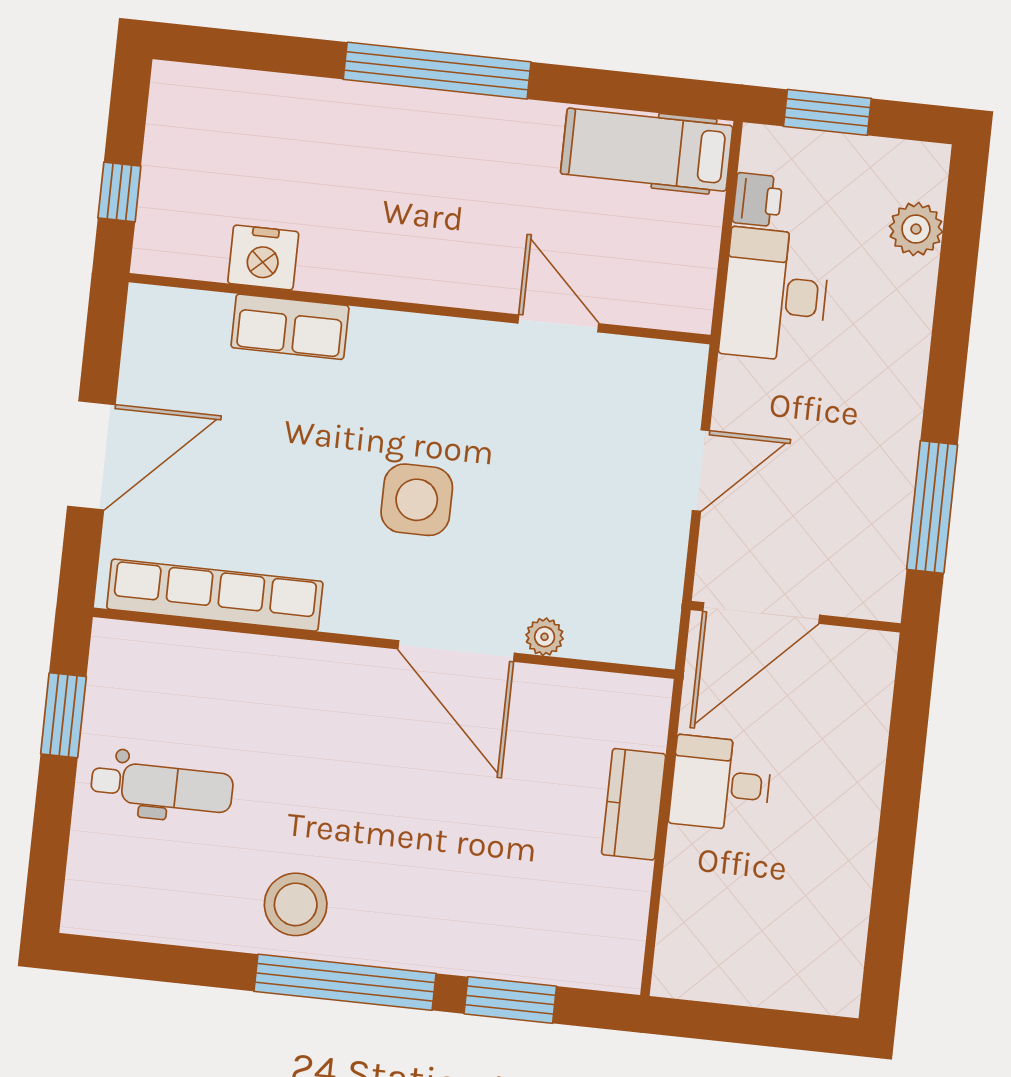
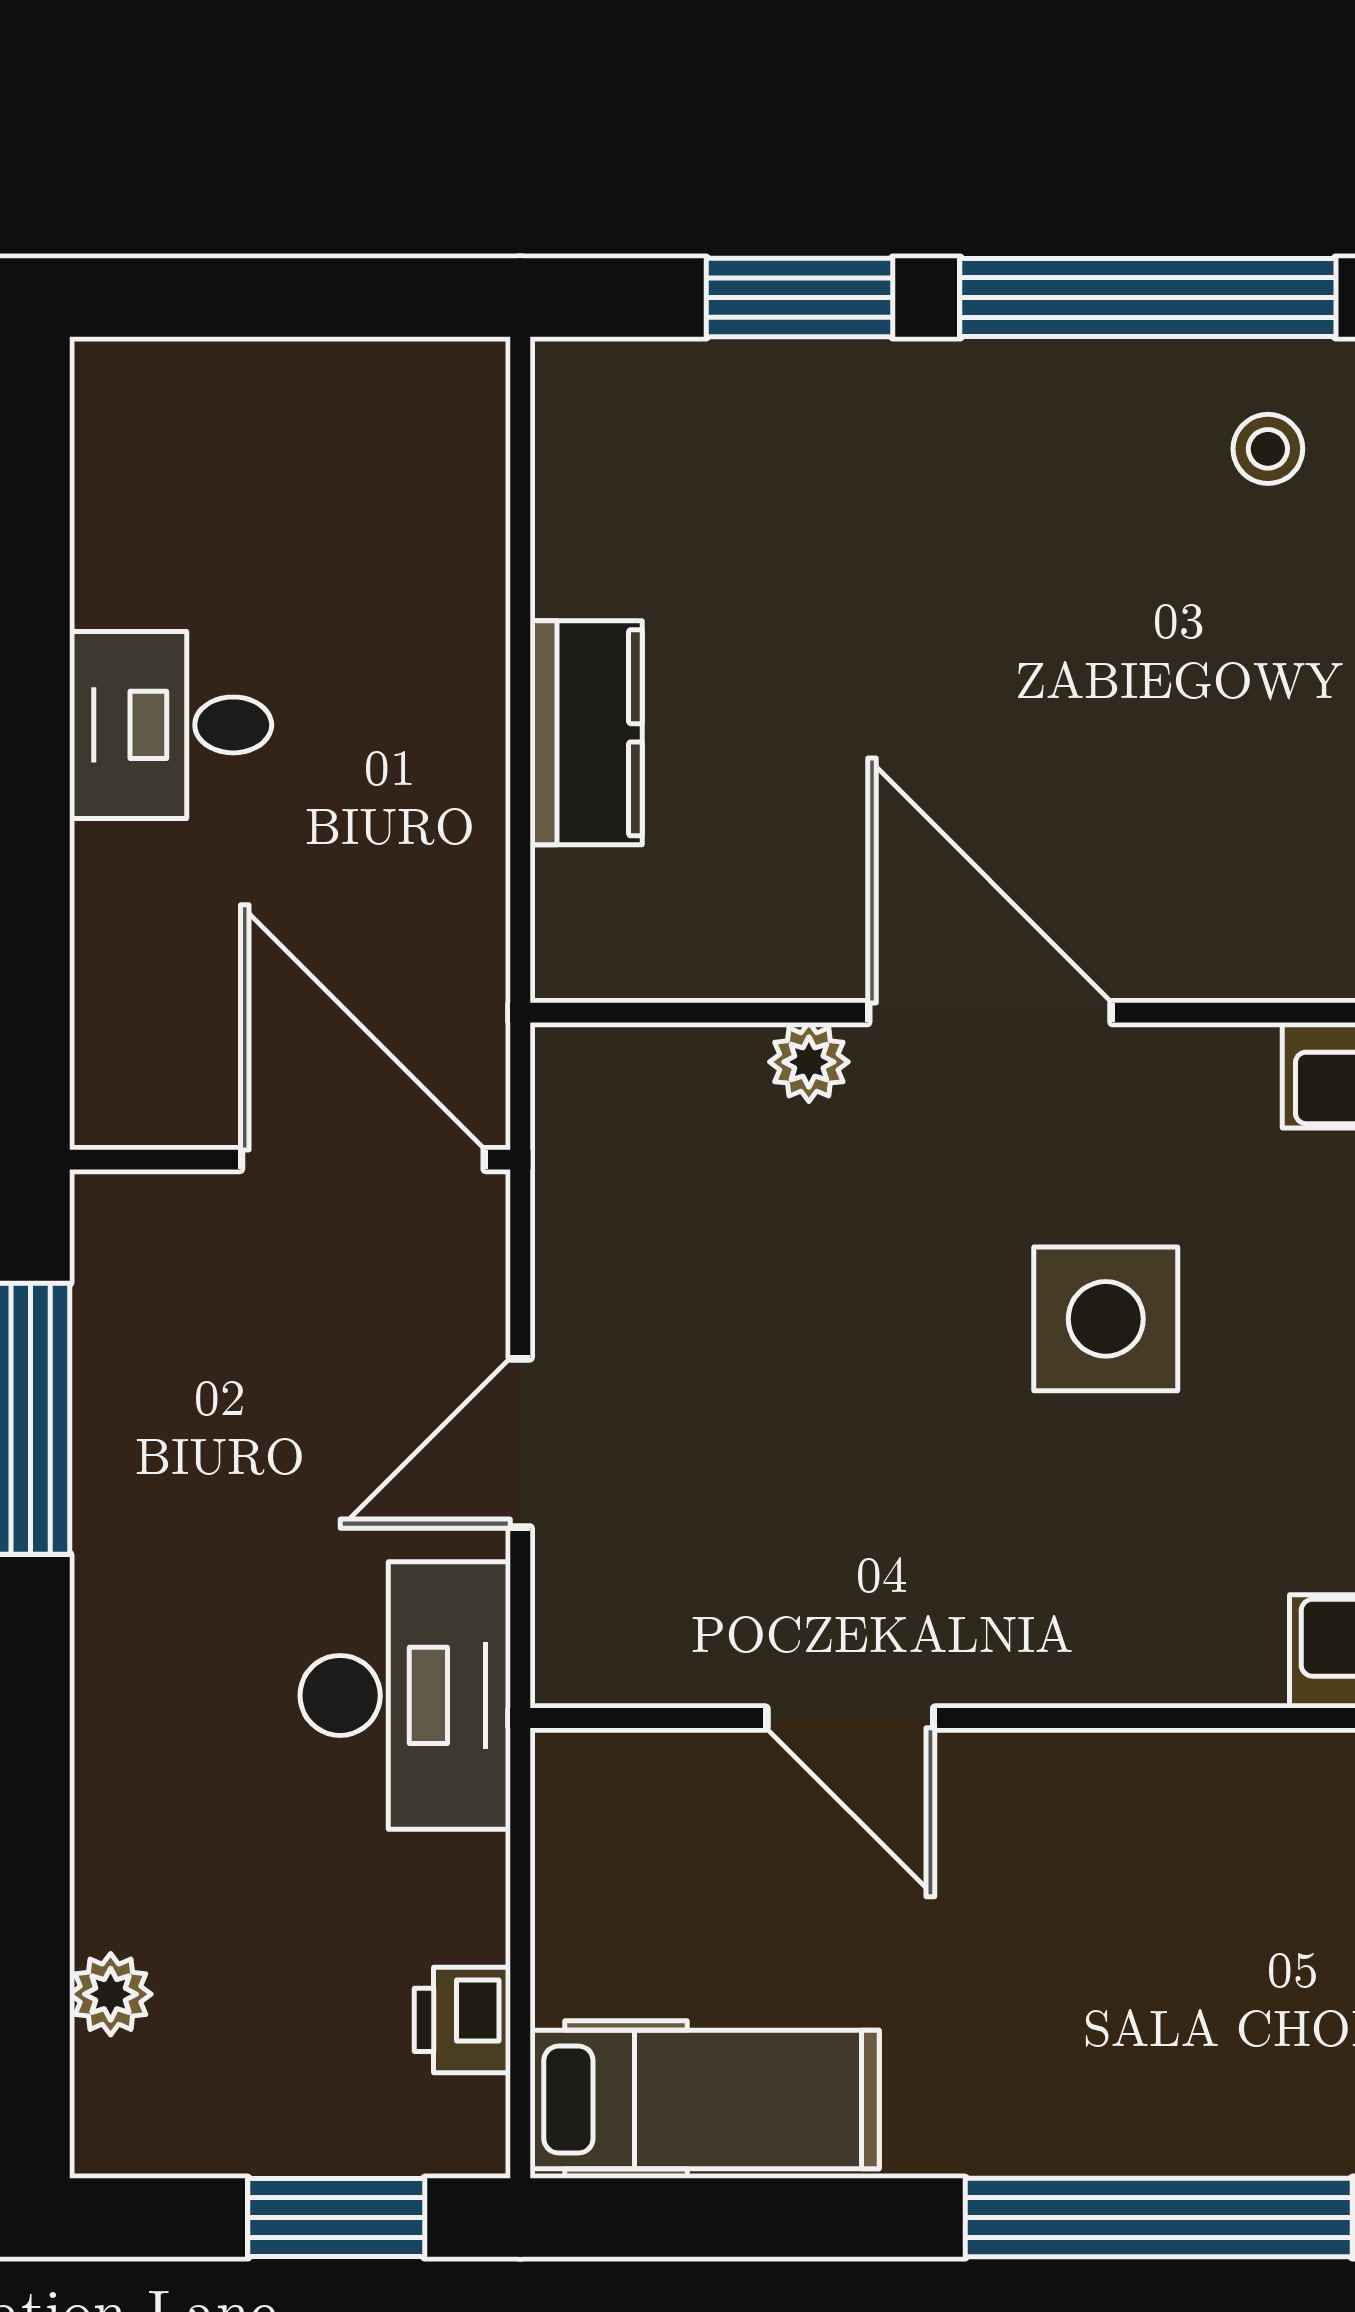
plant: (916, 229) -> (111, 1994), width x0.73, depth x0.73
desk: (775, 295) -> (405, 1695), moved
door: (761, 613) -> (363, 1160), hinge flipped
desk: (721, 784) -> (171, 725), moved, turned 180
stool: (296, 904) -> (1268, 449), width x0.53, depth x0.53

